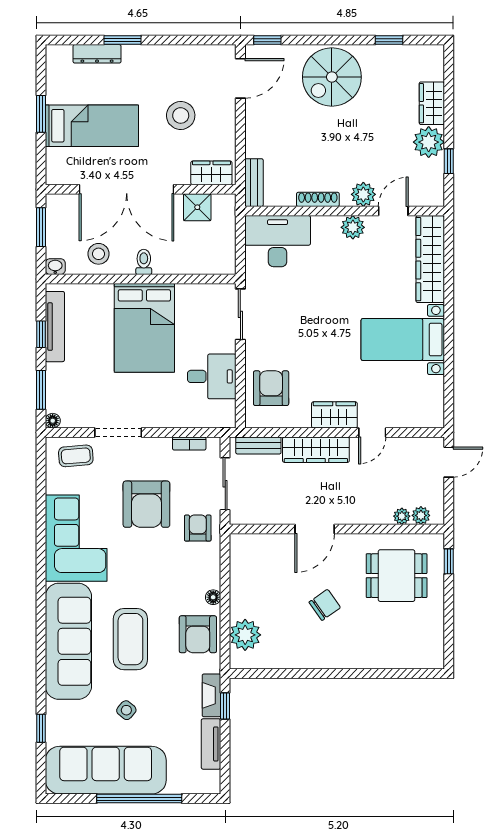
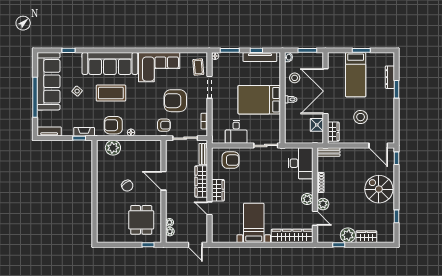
tv unit: (211, 744) -> (49, 131), moved

